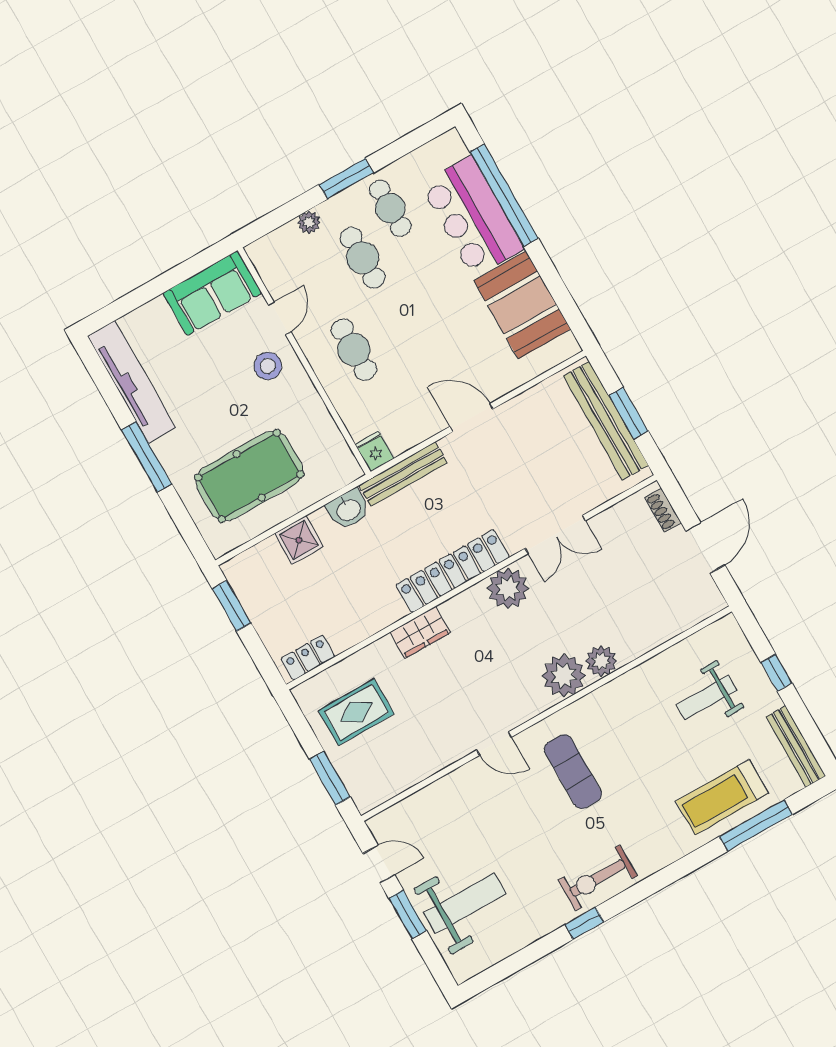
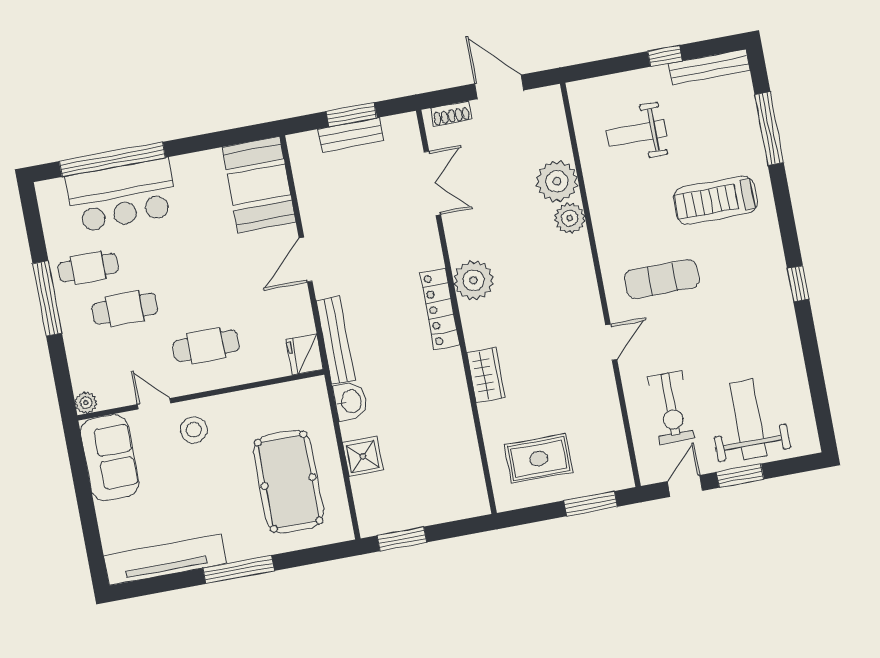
window: (346, 179) -> (47, 298), width x1.44
plant: (309, 222) -> (86, 403), moved
booth: (522, 305) -> (259, 185), moved, turned 90
bench: (606, 421) -> (350, 135), width x0.54, depth x0.82
fridge: (374, 451) -> (305, 354), width x1.38
double door: (555, 534) -> (432, 183), moved
locker: (453, 571) -> (440, 309), width x0.71, depth x0.83
locker: (308, 658) -> (474, 486), removed
window: (776, 673) -> (665, 56), moved
plant: (564, 676) -> (557, 181), moved
weight bench: (707, 697) -> (636, 133), turned 90
rug: (356, 712) -> (539, 459), turned 90
treadmill: (722, 797) -> (715, 200), moved, turned 90
exercise bike: (598, 878) -> (671, 407), moved
window: (584, 923) -> (798, 284), moved

